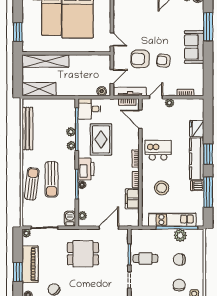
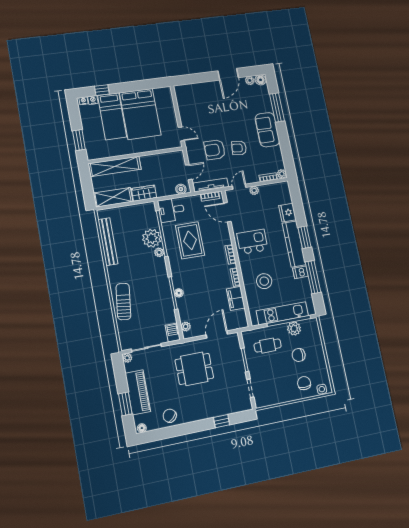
wardrobe: (67, 90) -> (144, 193), added
plant: (199, 91) -> (282, 174), added
plant: (71, 132) -> (152, 238), width x1.88, depth x1.88
printer: (86, 169) -> (180, 275), removed
sun lounger: (52, 179) -> (144, 293), removed
cafe table: (145, 258) -> (268, 346), moved

